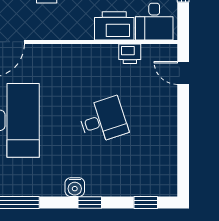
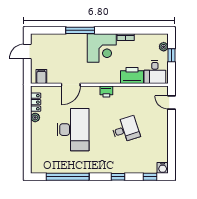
printer: (130, 54) -> (106, 91), moved
water cooler: (75, 187) -> (163, 168), moved

